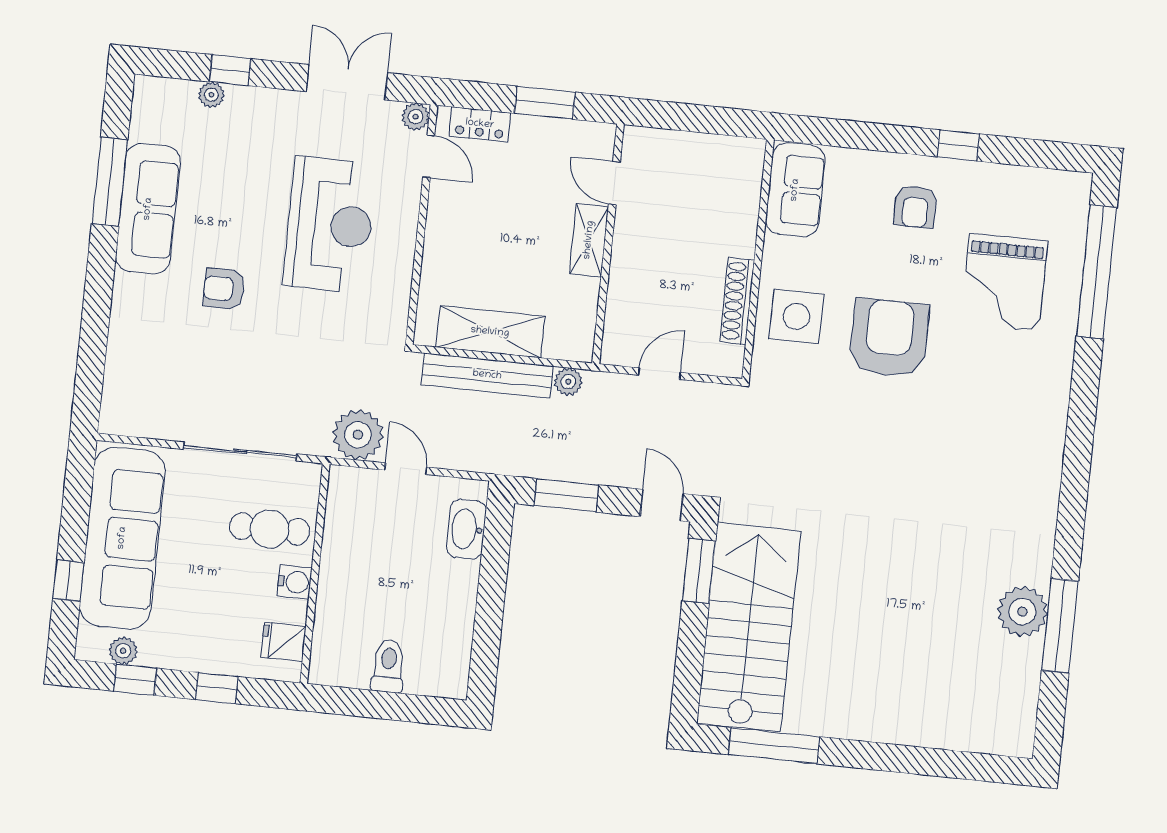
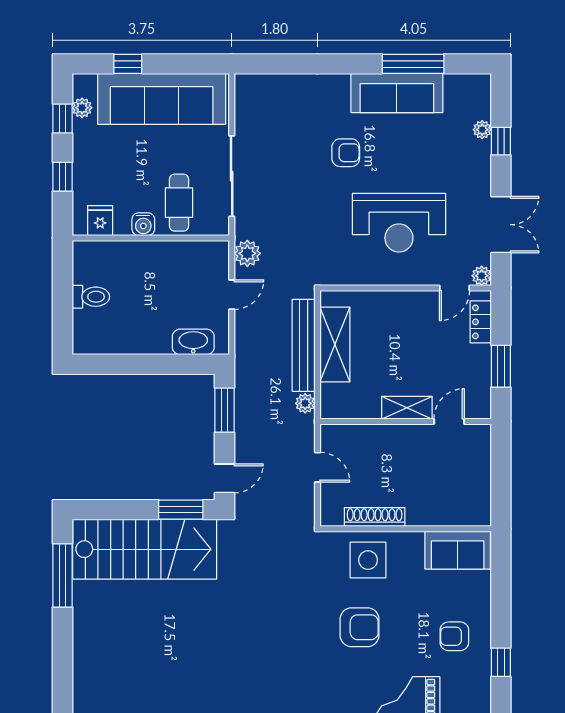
armchair: (224, 289) -> (346, 153), turned 90
armchair: (889, 338) -> (360, 627), width x0.73, depth x0.73
plant: (358, 435) -> (247, 253), width x0.73, depth x0.73

